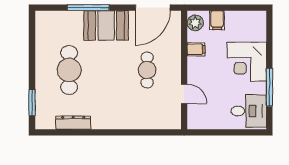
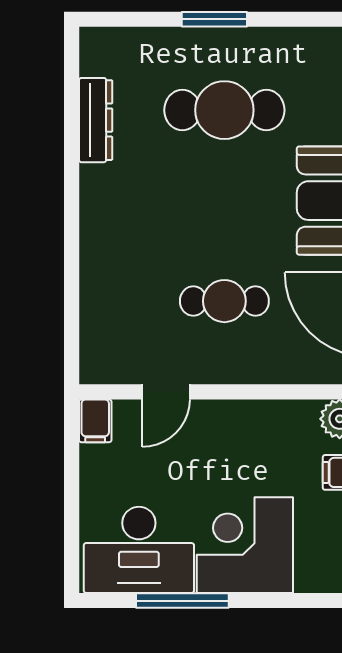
filing cabinet: (196, 49) -> (95, 421), moved
window: (32, 102) -> (214, 19), moved
desk: (249, 111) -> (139, 550), width x1.37

